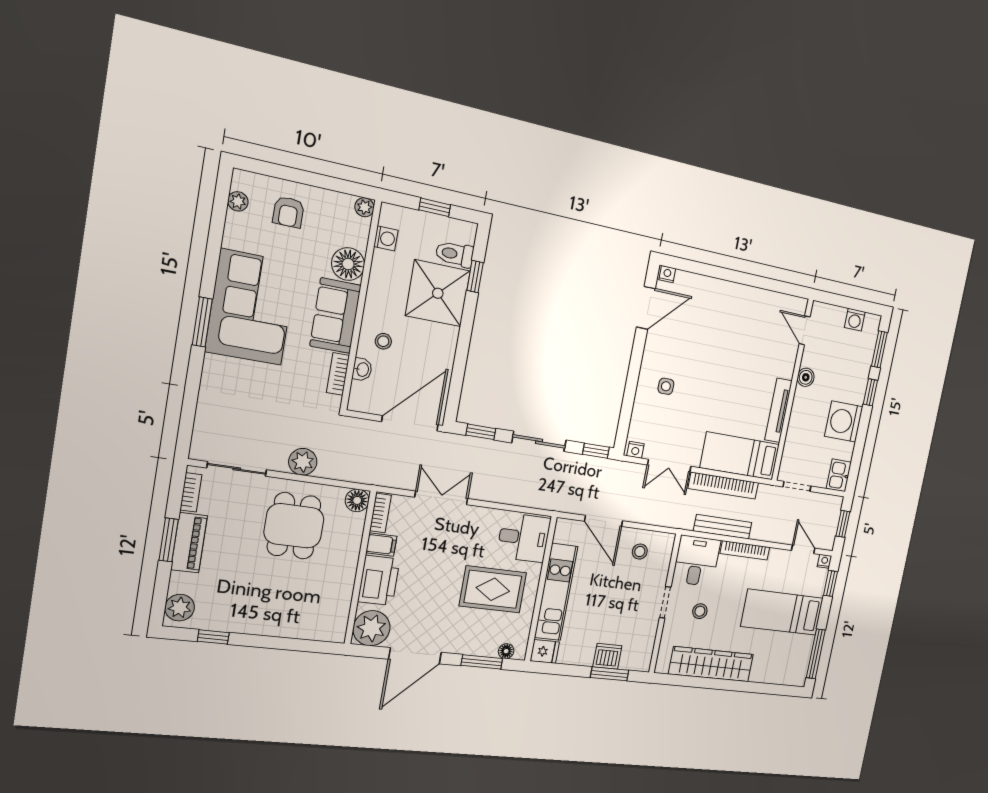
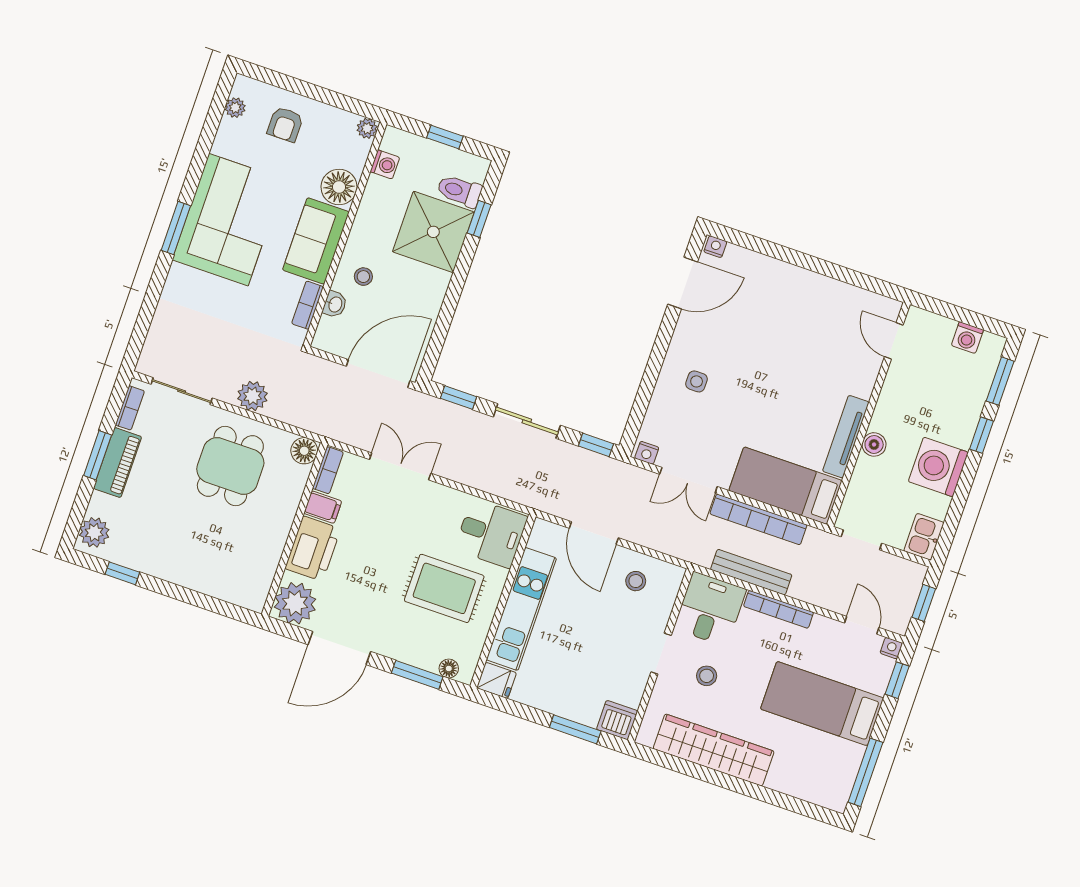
boiler: (806, 377) -> (874, 444), moved
dishwasher: (607, 656) -> (617, 720), moved

